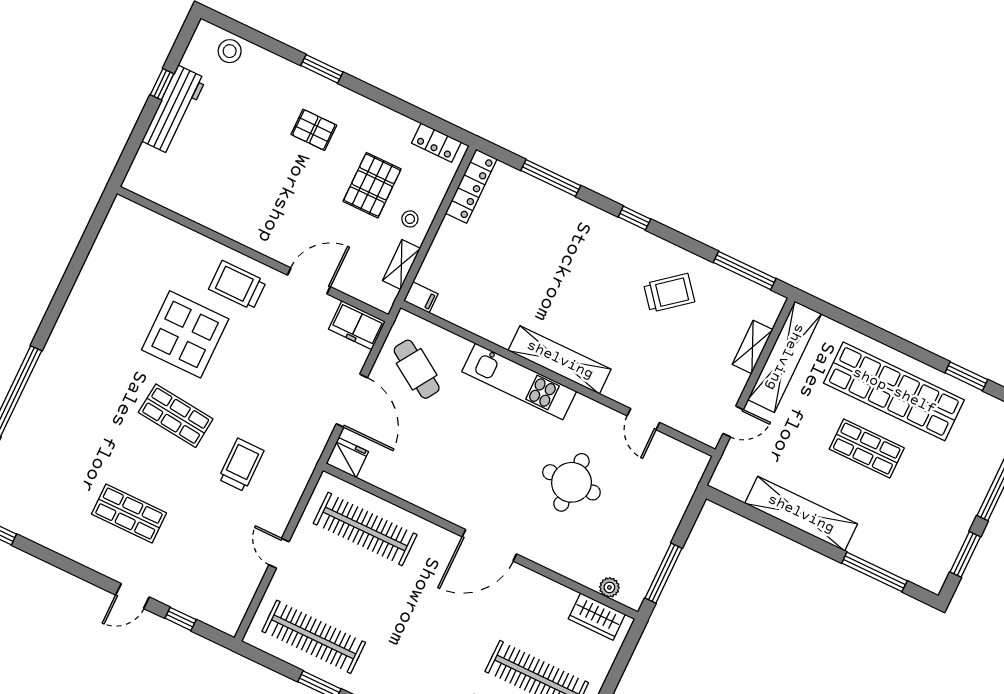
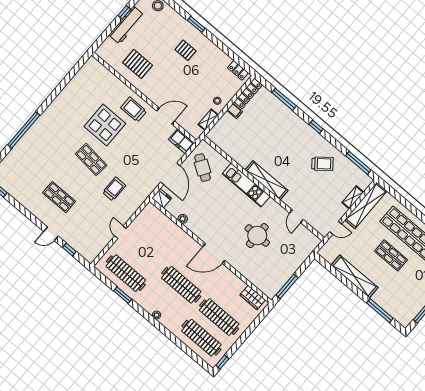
pallet: (372, 185) -> (138, 64), moved, turned 90
filing cabinet: (421, 297) -> (235, 111), moved
clothes rail: (365, 529) -> (181, 285), moved
plant: (609, 587) -> (183, 219), moved

